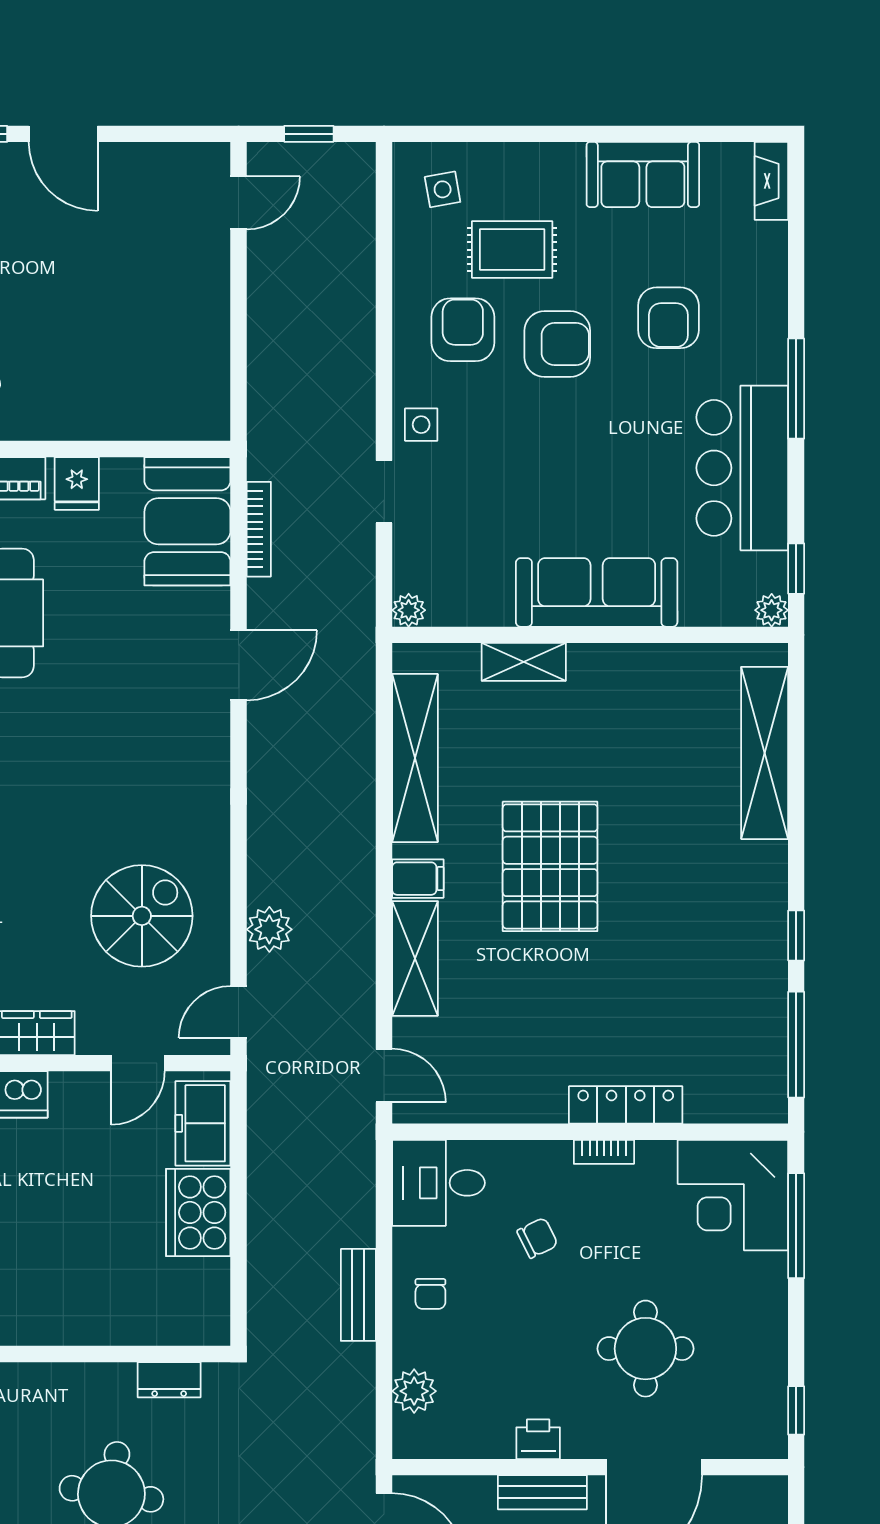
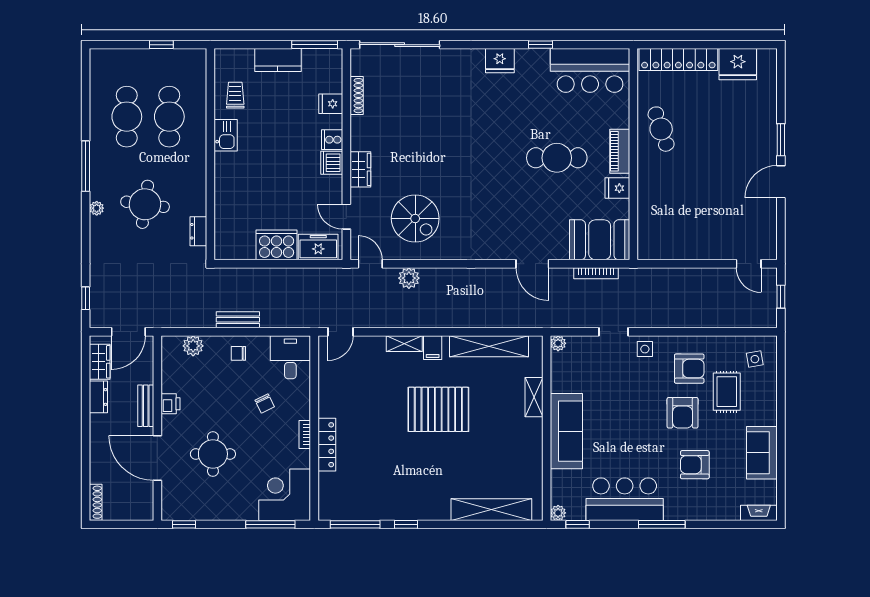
shelving: (415, 958) -> (404, 344), width x0.67, depth x0.75

